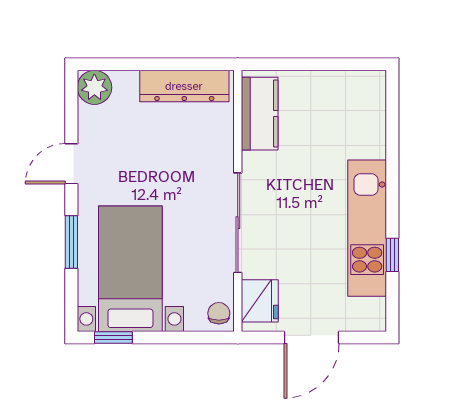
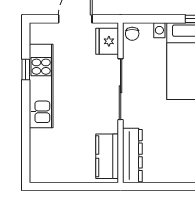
dresser: (184, 86) -> (132, 156), moved, turned 90

